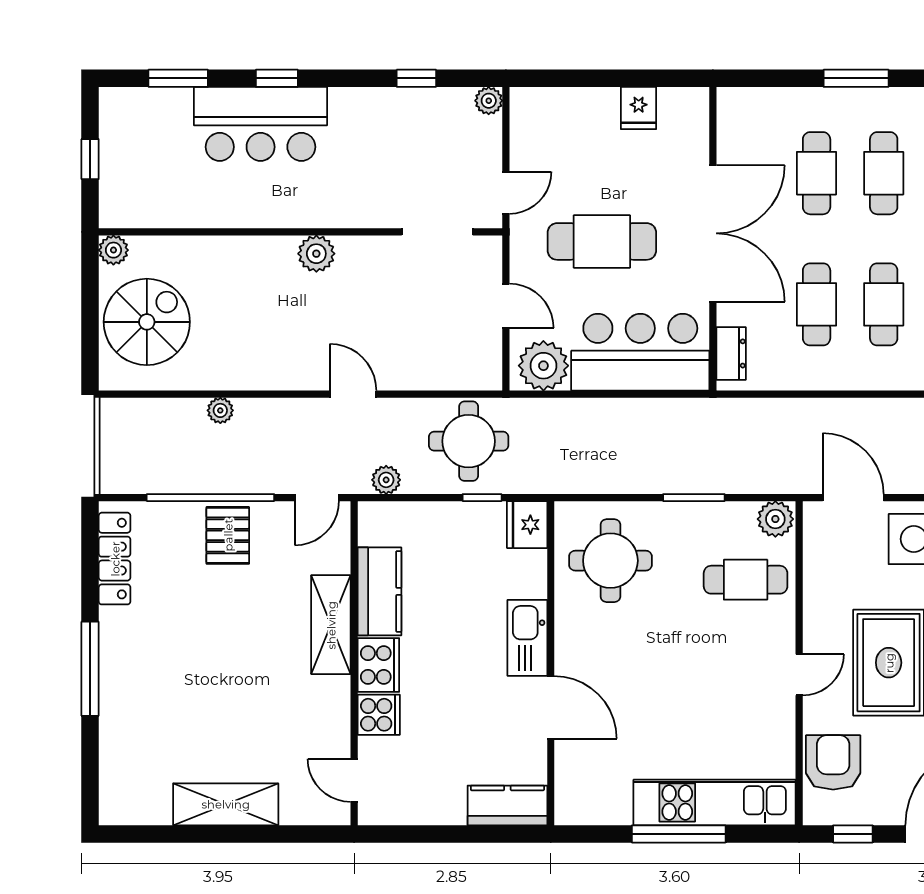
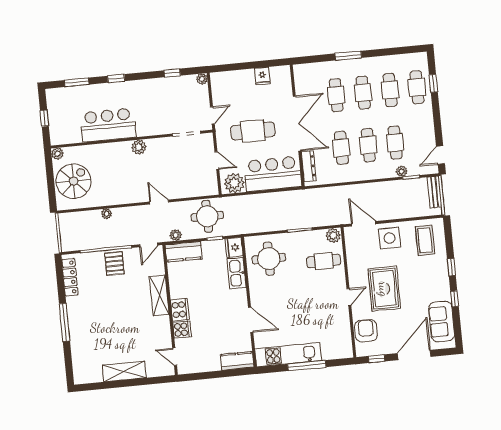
bar counter: (261, 124) -> (108, 125), moved, turned 180
dresser: (731, 353) -> (309, 166), width x1.44
kitchen counter: (379, 591) -> (184, 252), moved, turned 90
kitchen sink: (527, 638) -> (237, 273), moved
kitchen unit: (715, 802) -> (288, 355), moved

